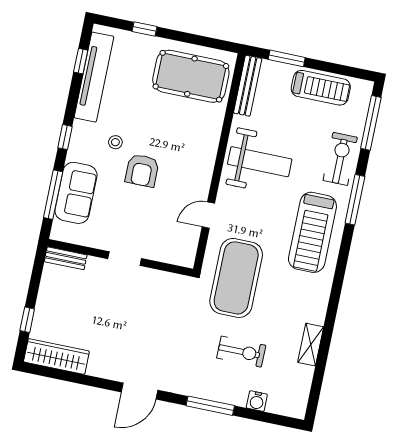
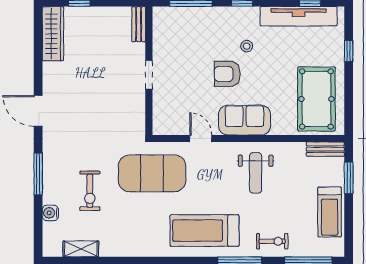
bench: (248, 86) -> (325, 149), width x0.73
exercise bike: (340, 159) -> (272, 241), width x0.73, depth x0.72
weight bench: (260, 162) -> (256, 173), width x0.73, depth x0.75
sofa: (76, 193) -> (245, 120), moved, turned 180
shelving: (311, 345) -> (81, 249), moved

